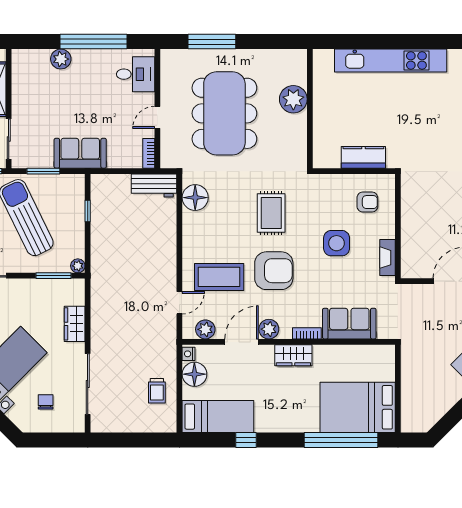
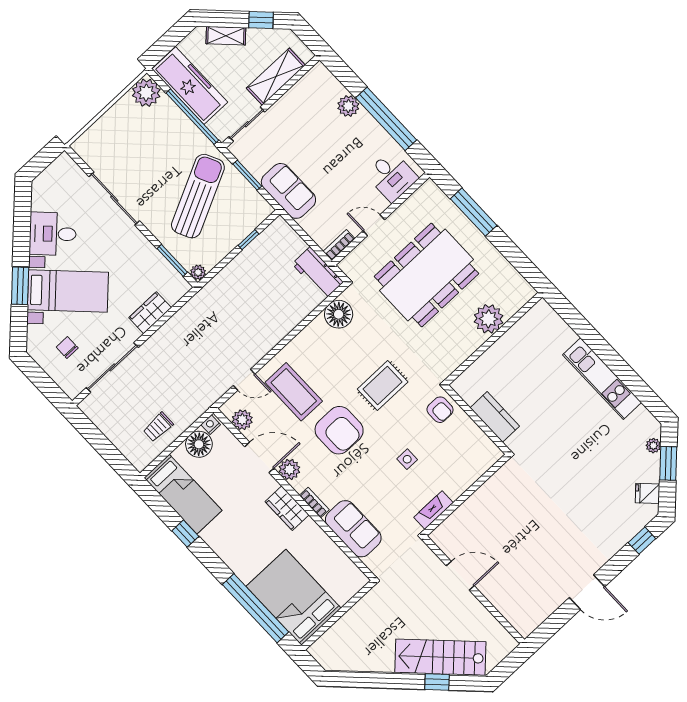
kitchen unit: (391, 61) -> (602, 379), width x0.73
armchair: (367, 202) -> (440, 410), moved
side table: (337, 243) -> (407, 459), width x0.54, depth x0.54
chair: (46, 402) -> (67, 348), turned -90

